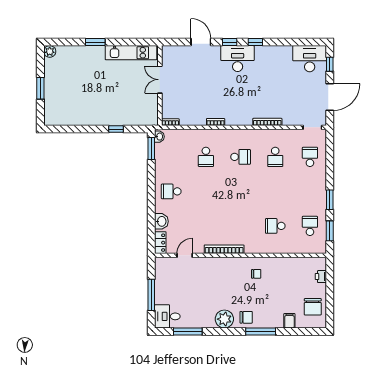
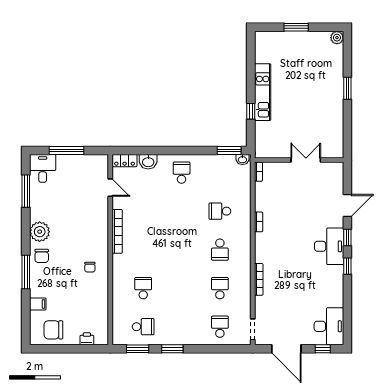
kitchen unit: (131, 53) -> (263, 92), moved, turned 180
school desk: (275, 157) -> (220, 288), turned 90
school desk: (310, 157) -> (220, 327), turned -90

